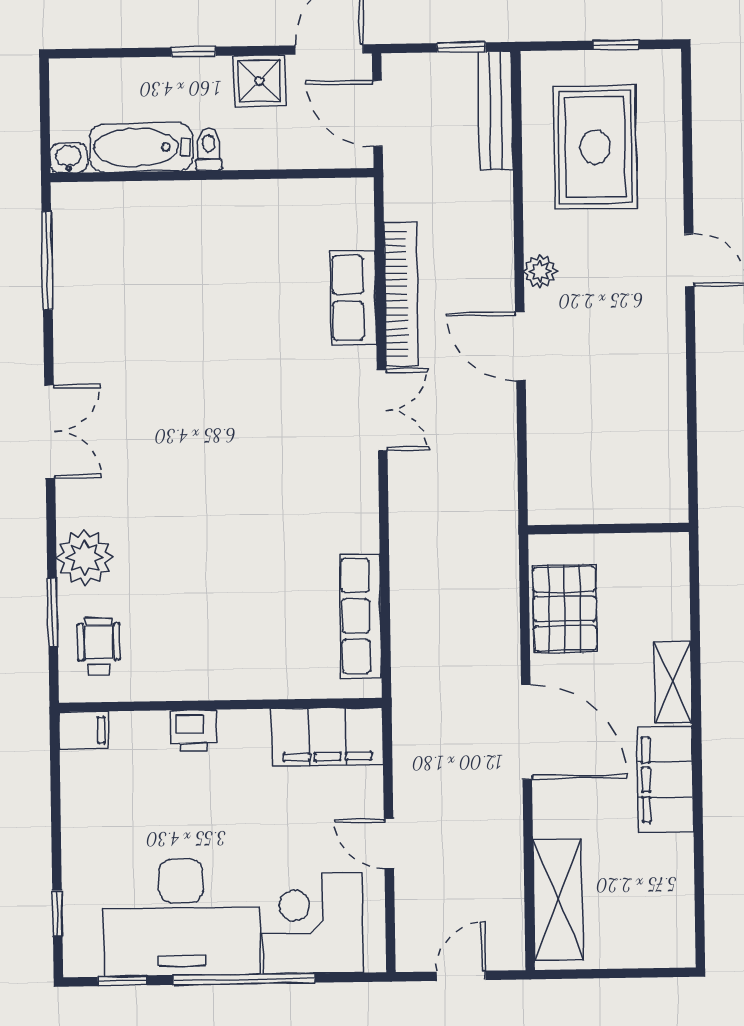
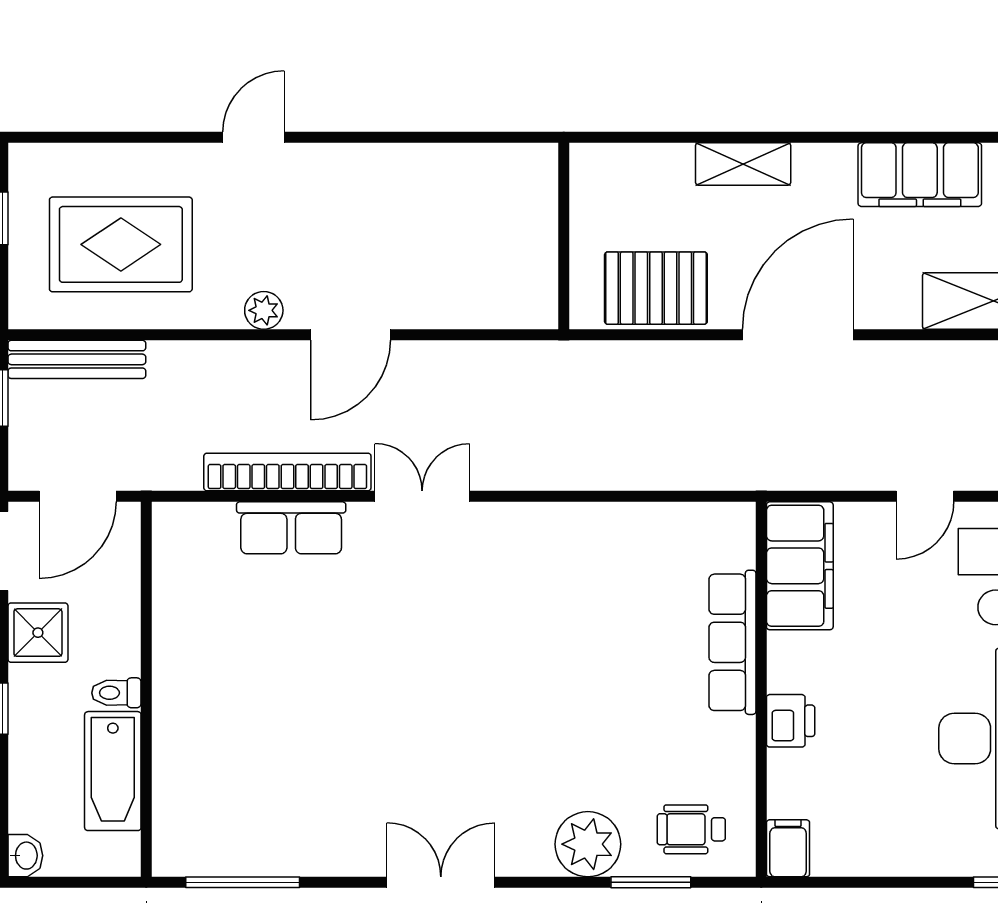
washbasin: (68, 158) -> (25, 856), moved, turned 180
row of seats: (361, 616) -> (732, 642), moved, turned 90
filing cabinet: (665, 779) -> (920, 175), moved

